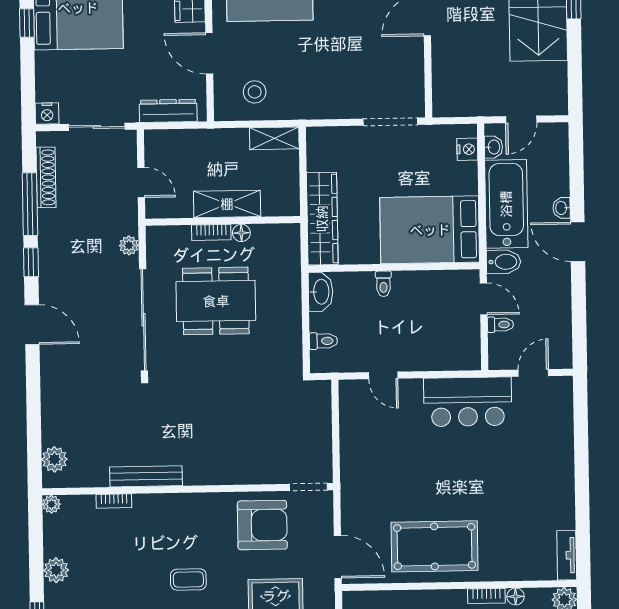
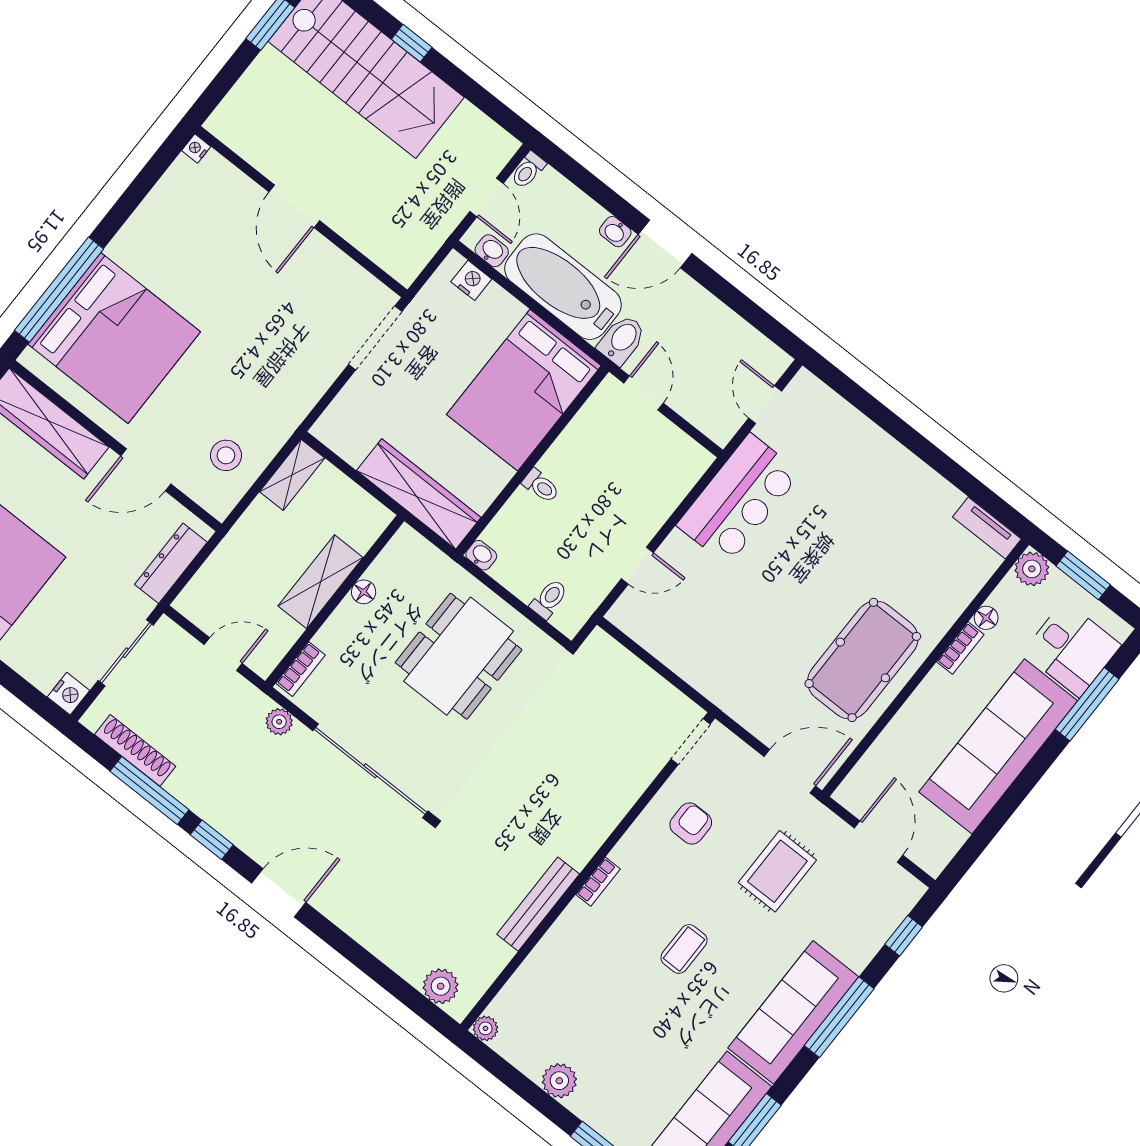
bookcase: (211, 232) -> (301, 669), moved
washbasin: (321, 292) -> (481, 555), width x0.52, depth x0.69
door: (484, 299) -> (644, 393), hinge flipped
dining table: (216, 301) -> (459, 656), moved
toilet: (500, 325) -> (528, 170), moved, turned 180
bookcase: (114, 501) -> (598, 882), moved
armchair: (262, 525) -> (691, 824), width x0.53, depth x0.53

